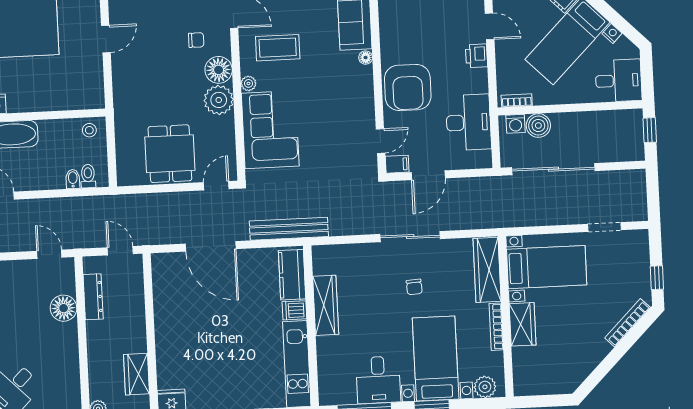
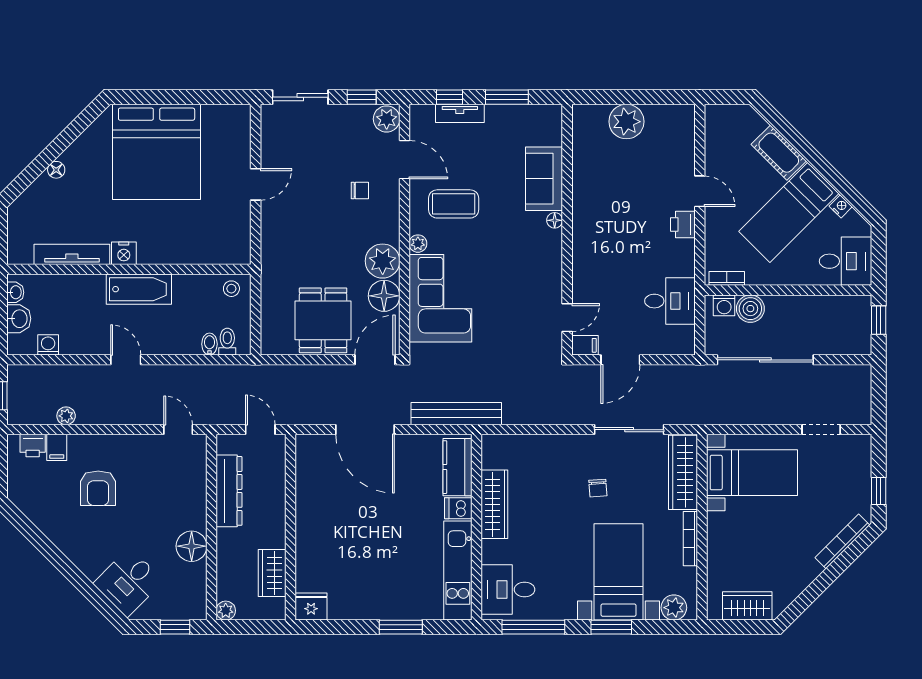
floor lamp: (219, 70) -> (384, 296), moved
armchair: (408, 87) -> (602, 257), removed
desk: (469, 122) -> (670, 301), width x0.73
door: (216, 186) -> (375, 360), width x1.38
sliding door: (410, 237) -> (629, 430), moved
dresser: (93, 297) -> (229, 491), width x1.37, depth x1.24
floor lamp: (64, 308) -> (192, 546), moved
wardrobe: (523, 324) -> (747, 606), moved, turned -90
desk: (378, 380) -> (508, 589), moved, turned 90

